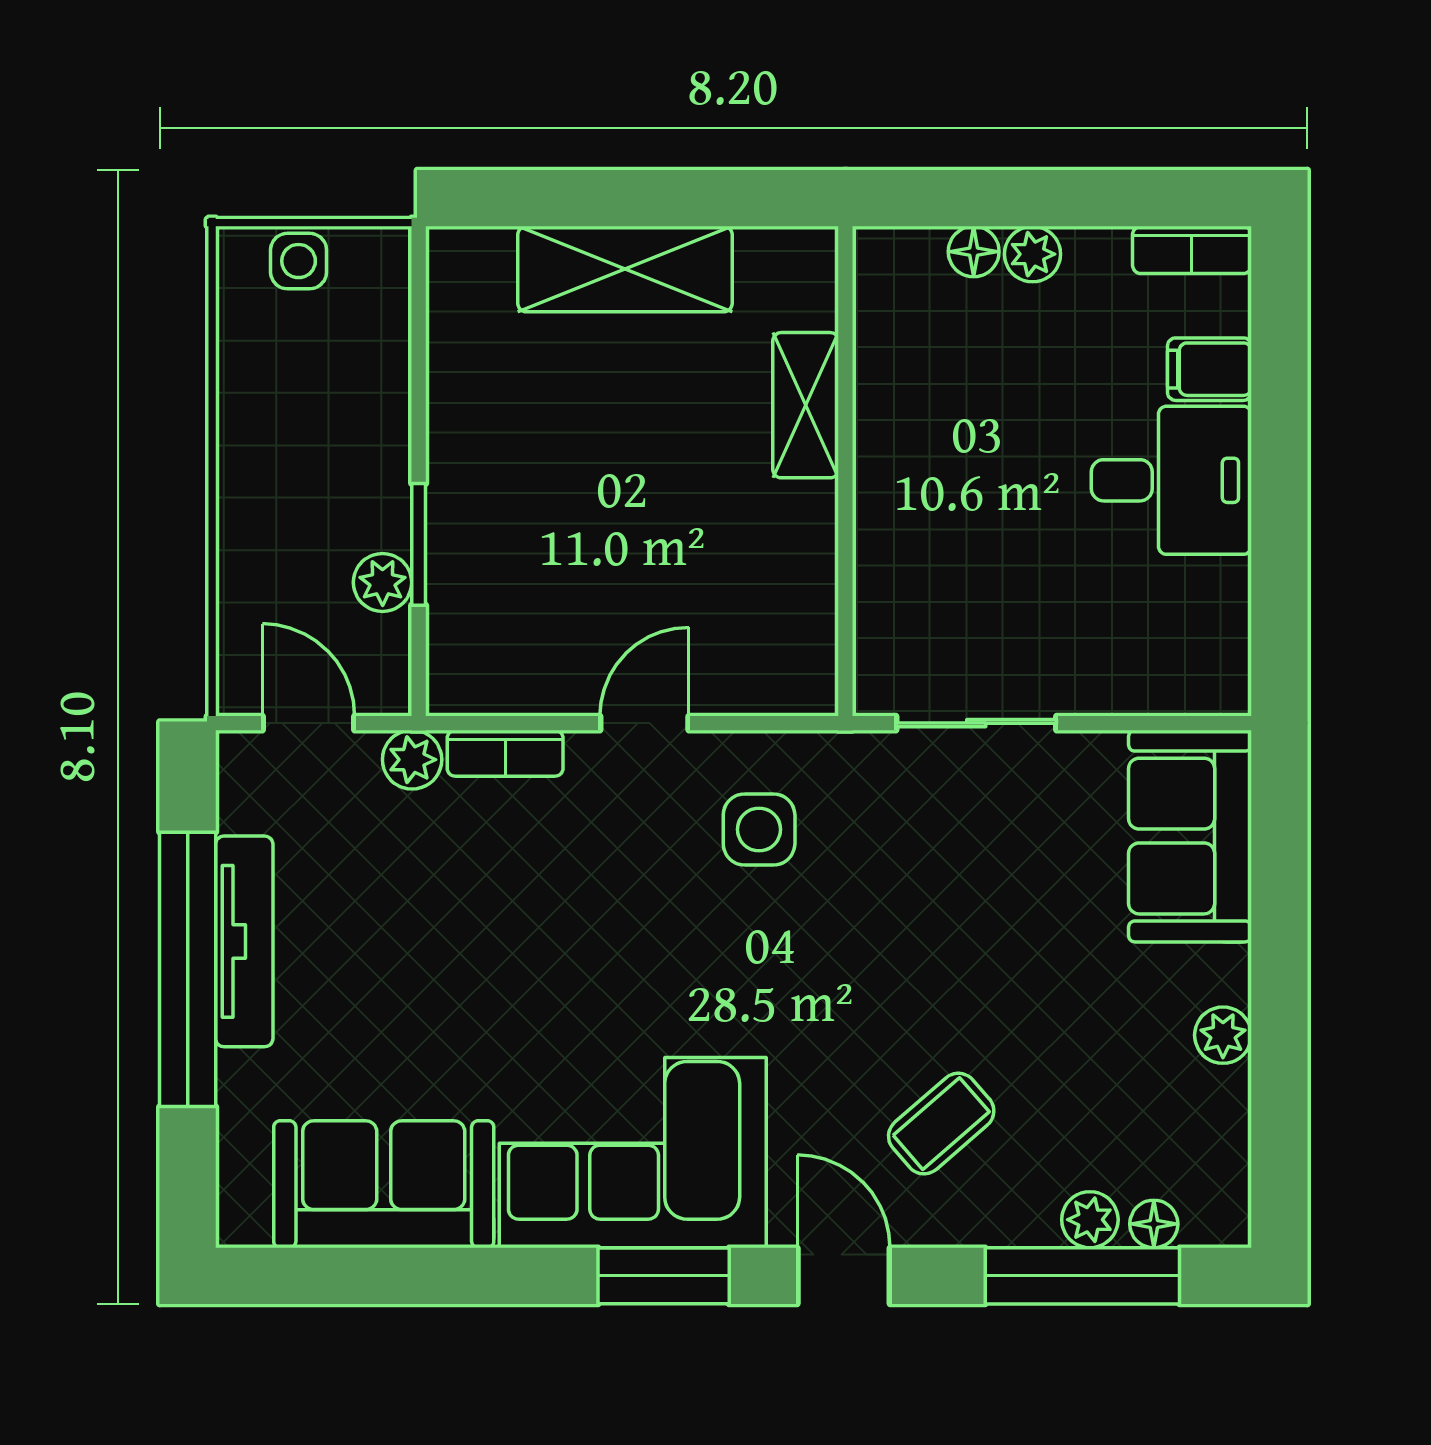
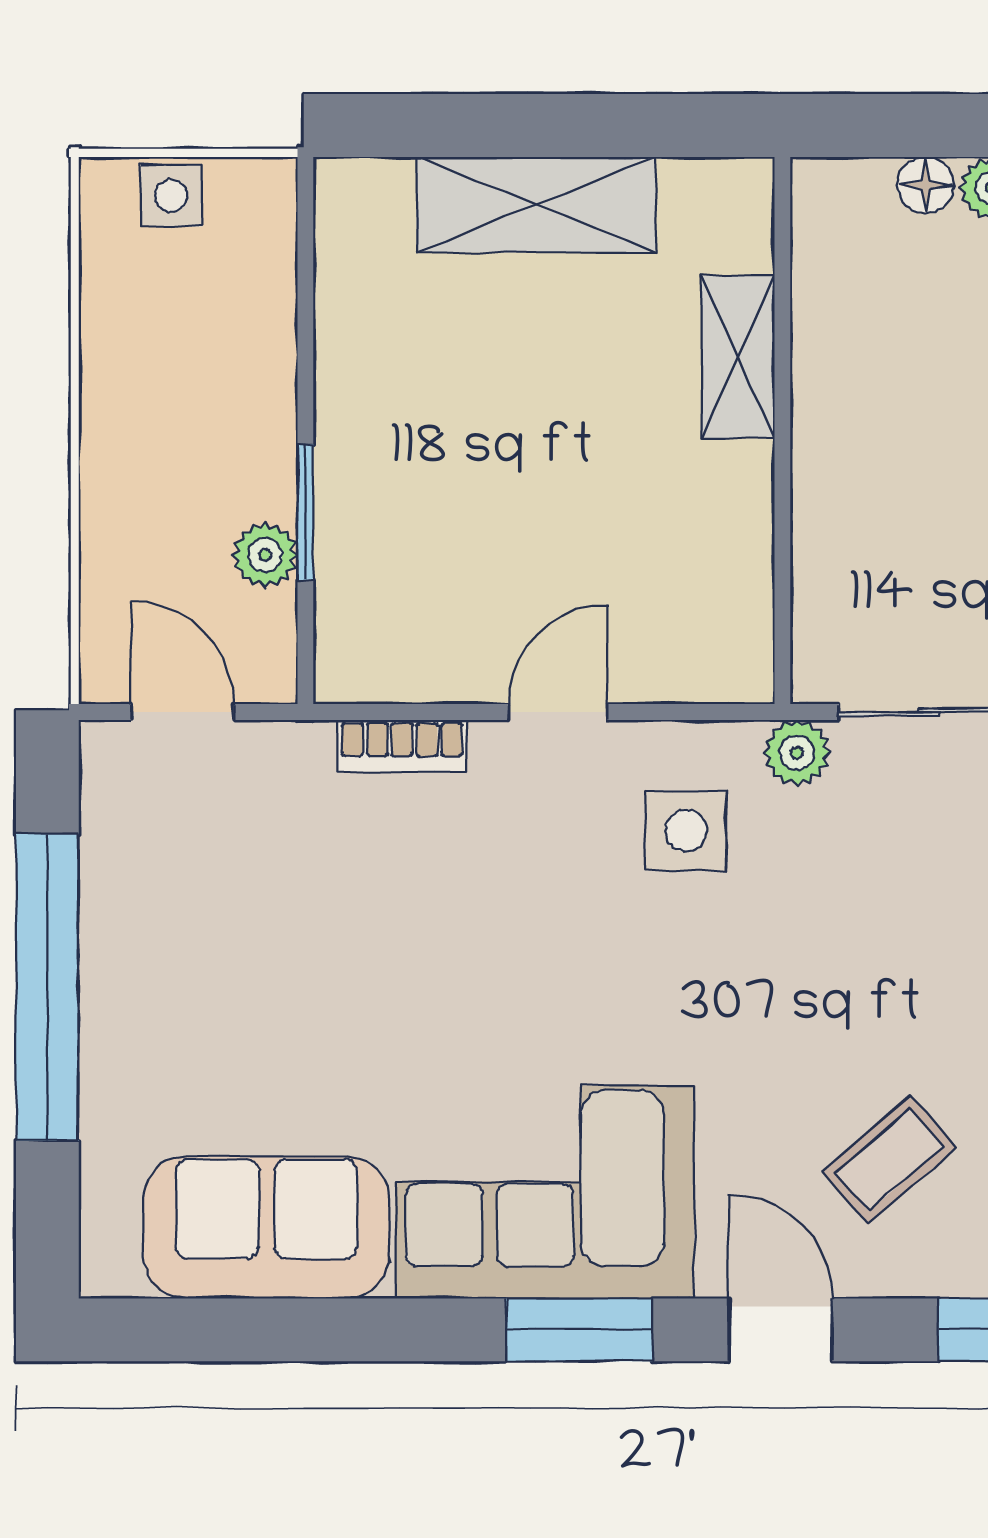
plant: (412, 760) -> (797, 753), moved
tv unit: (244, 941) -> (111, 956), removed

